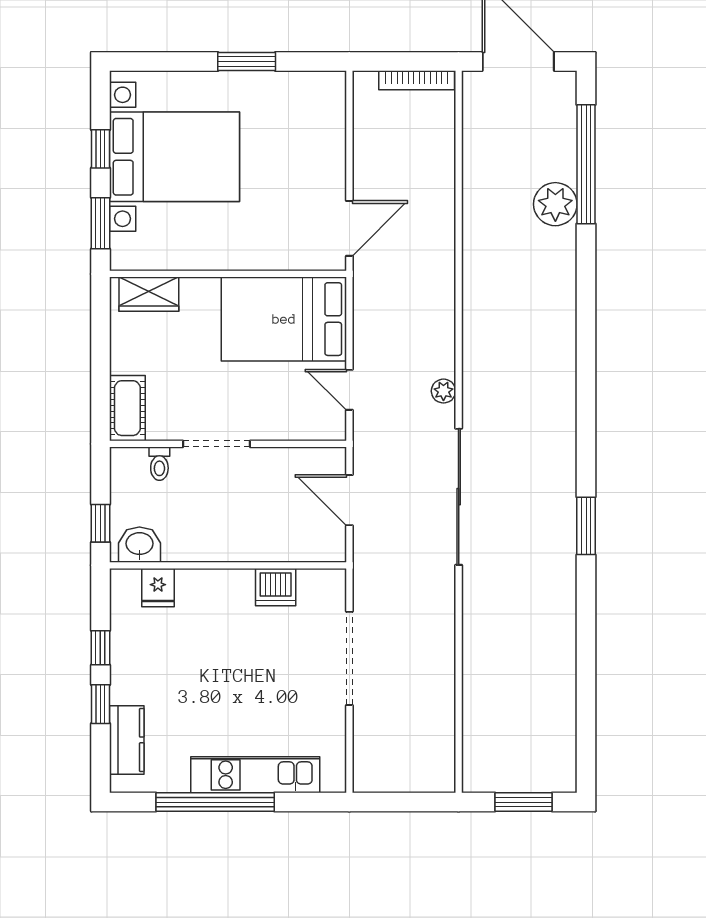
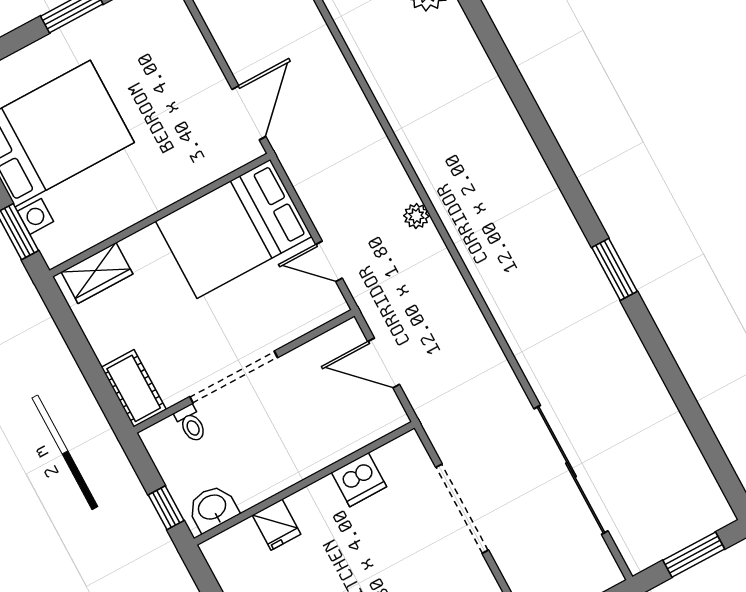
doorway: (217, 444) -> (234, 377), width x1.36
sliding door: (459, 497) -> (571, 470), moved
fridge: (158, 588) -> (277, 525), moved

